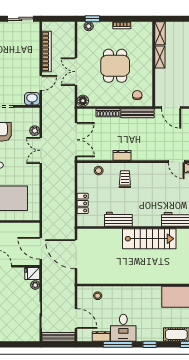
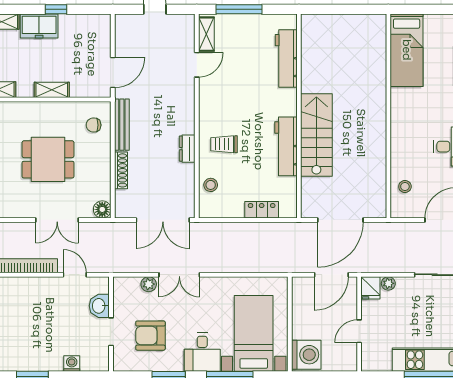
shelving: (160, 57) -> (52, 90), moved
washbasin: (32, 99) -> (99, 306), moved
double door: (76, 140) -> (163, 220), swing flipped
workbench: (118, 219) -> (286, 146), width x1.38
stairs: (149, 239) -> (316, 135), moved

